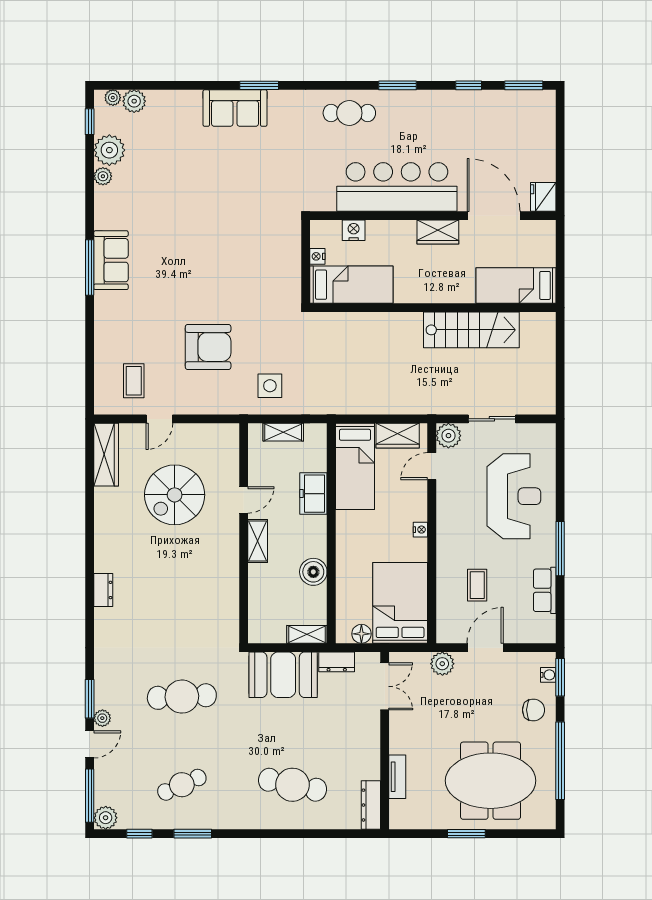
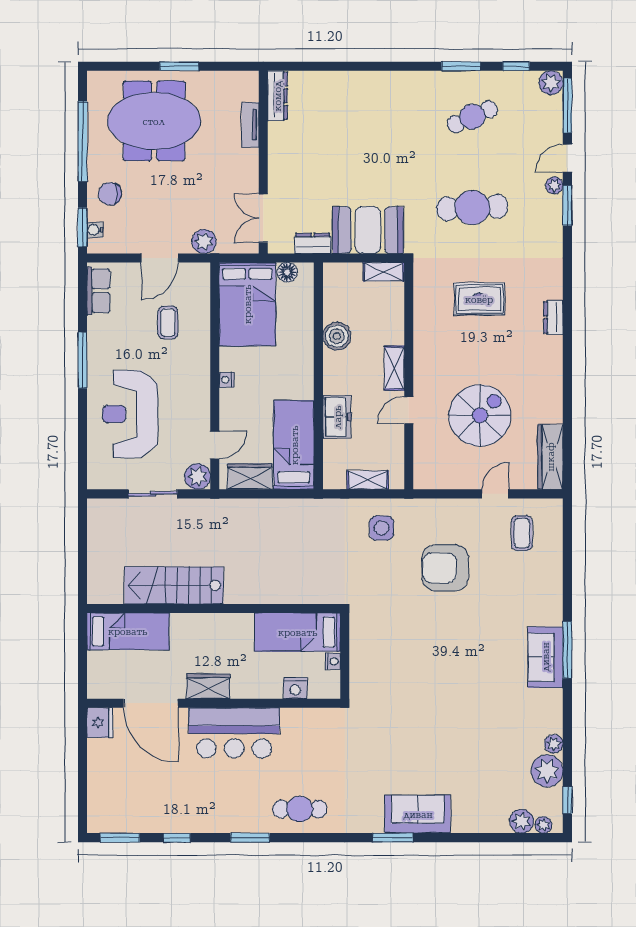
bar counter: (397, 187) -> (234, 733), width x0.73
row of seats: (545, 590) -> (98, 291), moved
rug: (175, 608) -> (479, 299), added
shelving: (307, 634) -> (384, 272), moved
cafe table: (292, 785) -> (358, 117), removed

